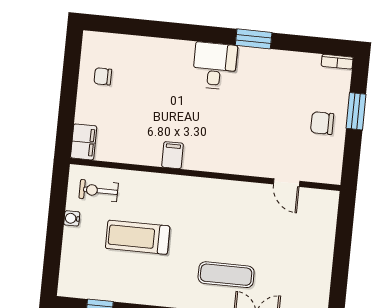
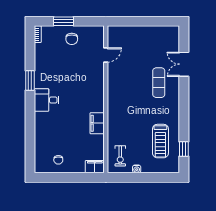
filing cabinet: (173, 155) -> (97, 123), width x2.00
treadmill: (138, 237) -> (160, 141), moved

